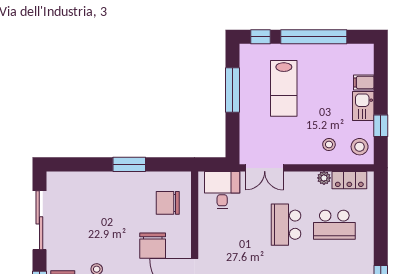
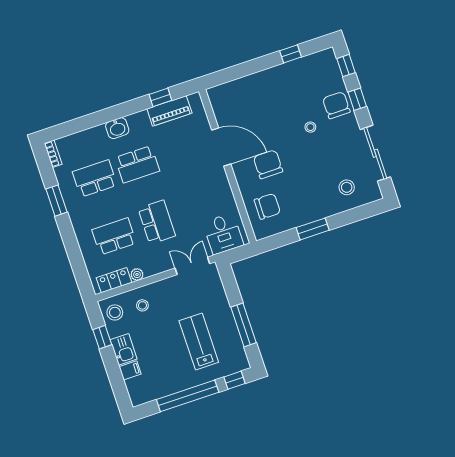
stool: (80, 195) -> (347, 187), added

